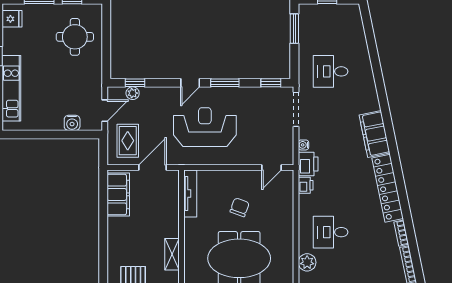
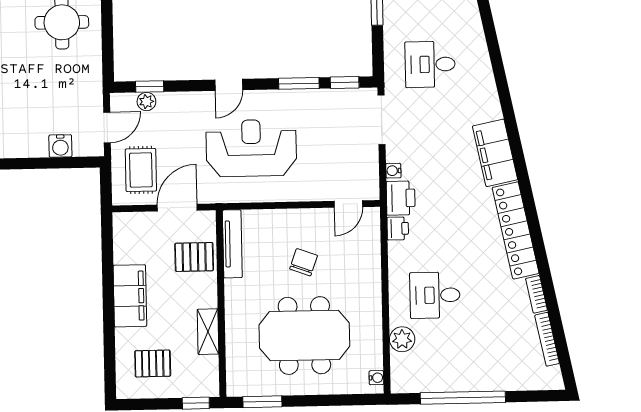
window: (225, 83) -> (299, 83), moved
filing cabinet: (118, 194) -> (130, 296), moved
pallet: (164, 202) -> (194, 257), added

